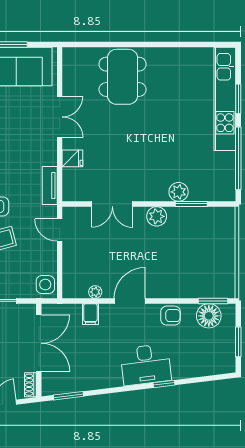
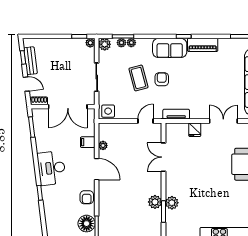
double door: (60, 117) -> (223, 121), swing flipped
plant: (157, 216) -> (155, 202), moved
desk: (146, 365) -> (52, 168), moved

